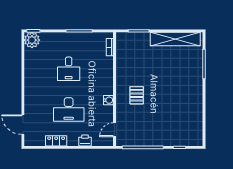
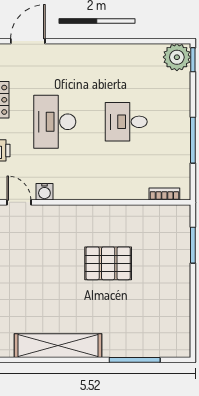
shelving: (175, 39) -> (58, 346), moved, turned 90
pallet: (137, 95) -> (108, 263), moved, width x1.50, depth x1.42
water cooler: (108, 100) -> (44, 192), moved

